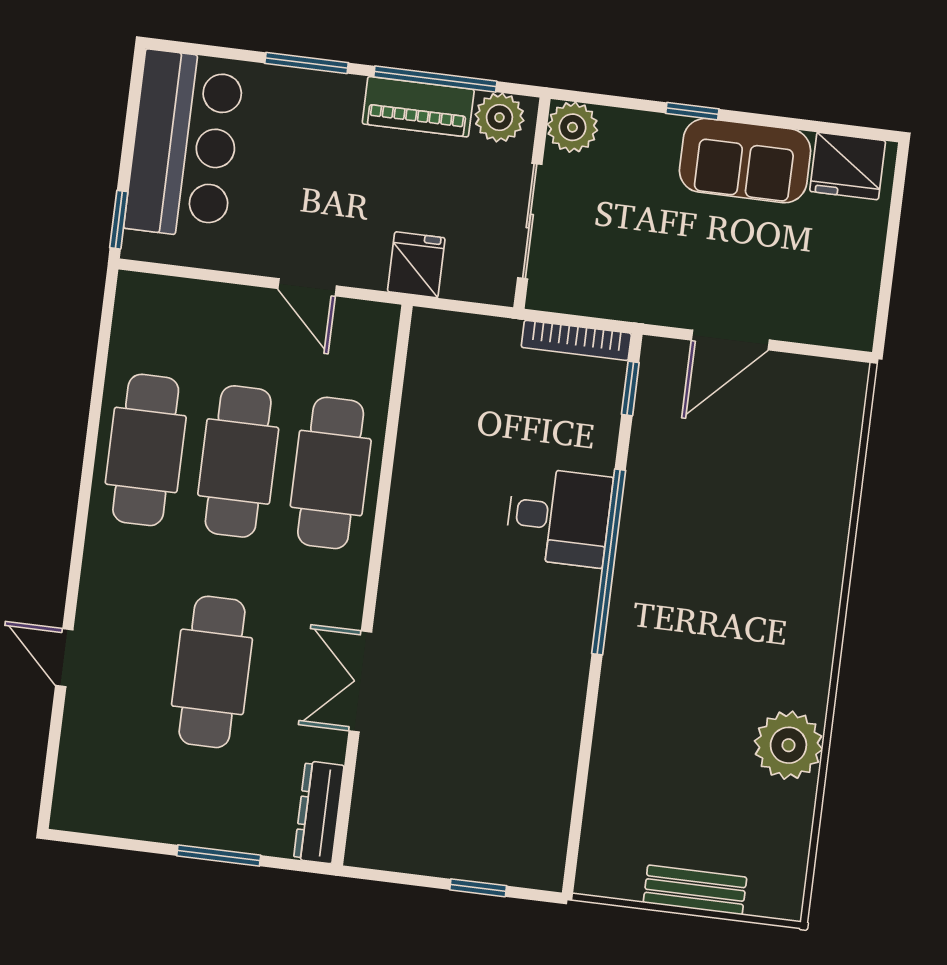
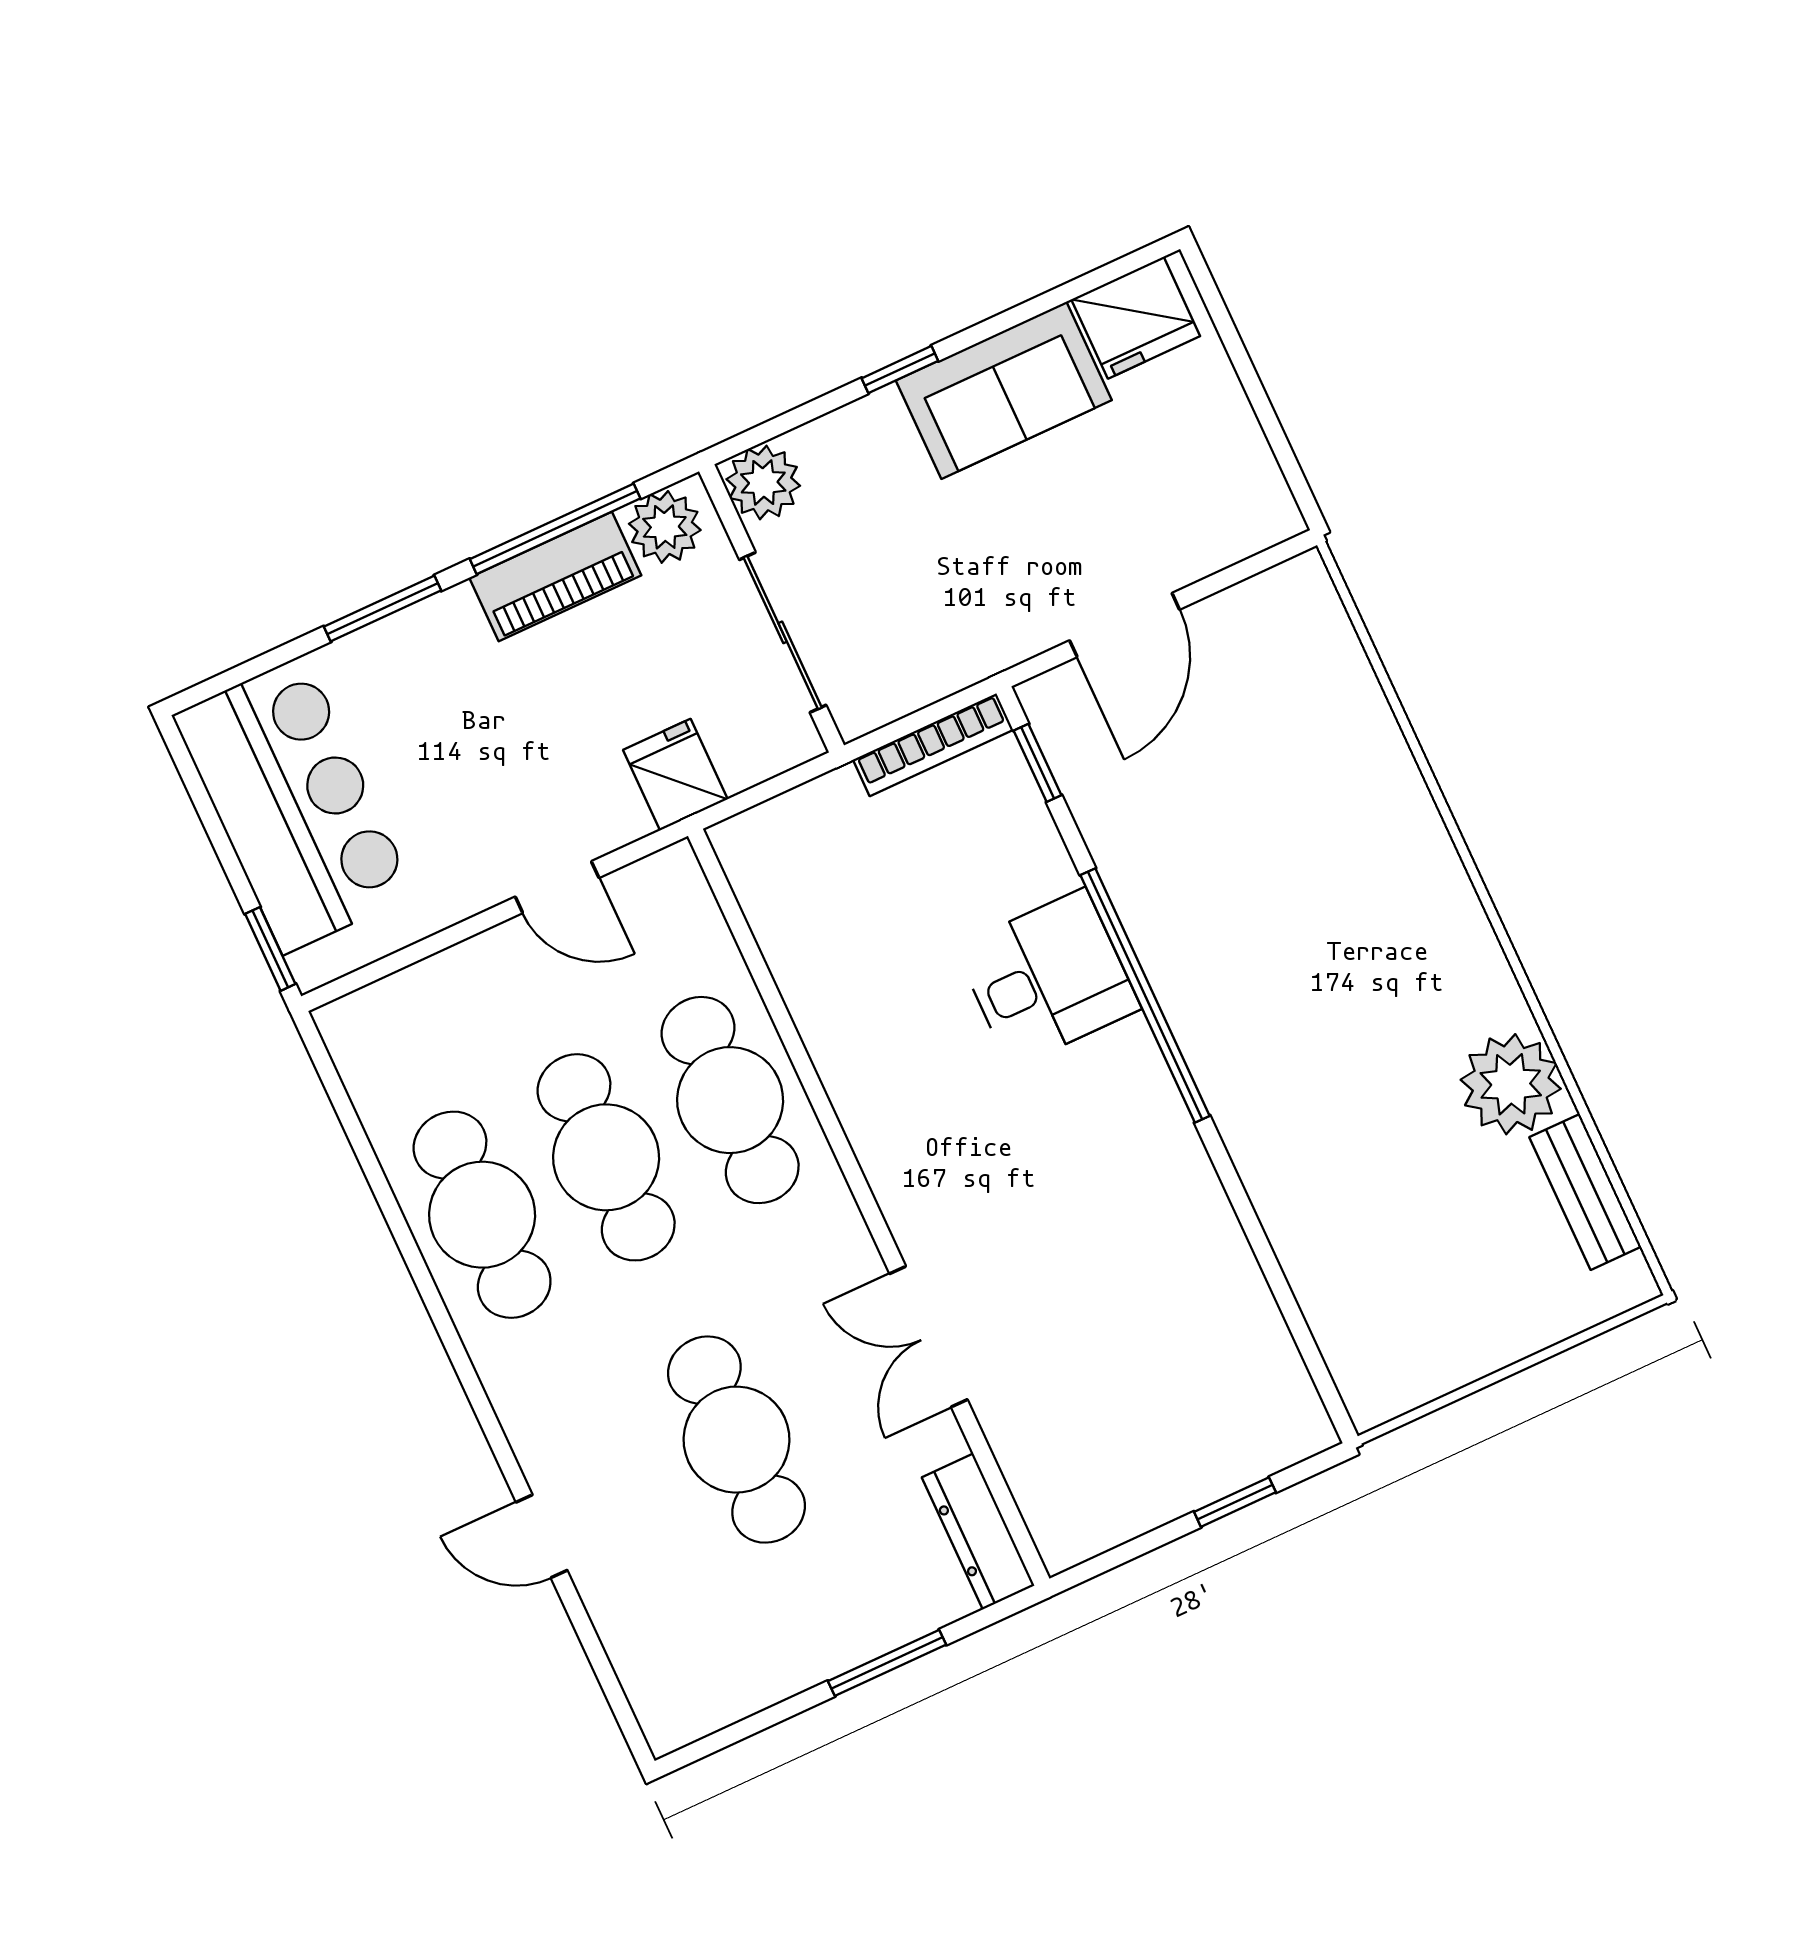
bench: (695, 890) -> (1585, 1192), moved, turned 90

